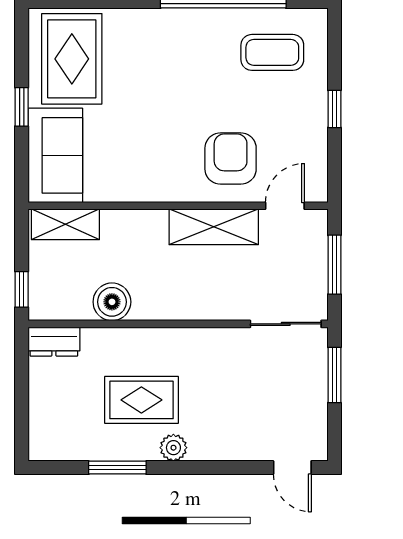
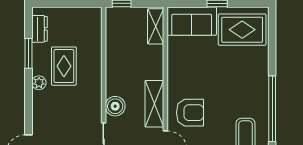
boiler: (112, 302) -> (115, 106), moved
dresser: (54, 342) -> (39, 29), moved, turned 180

